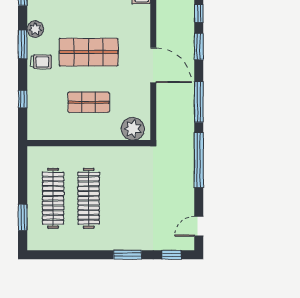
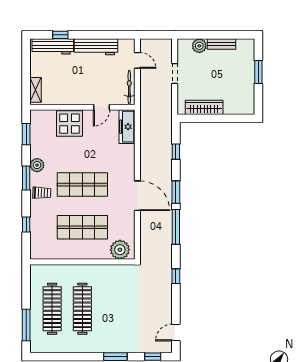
window: (199, 47) -> (176, 192), moved
shop shelf: (89, 102) -> (82, 227), width x1.43, depth x1.36
window: (199, 160) -> (176, 276), width x0.32
window: (23, 217) -> (26, 325), width x1.44

